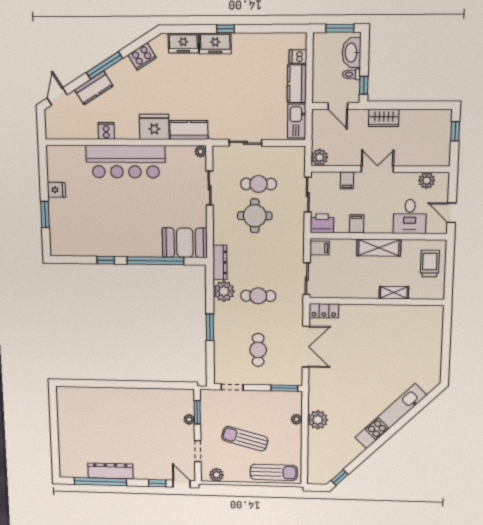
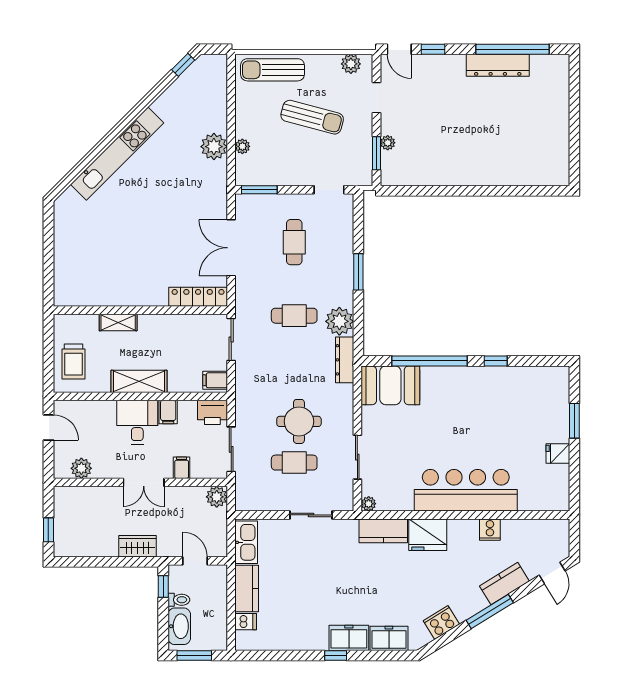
desk: (410, 216) -> (137, 422), moved
locker: (324, 311) -> (198, 297), width x1.53

